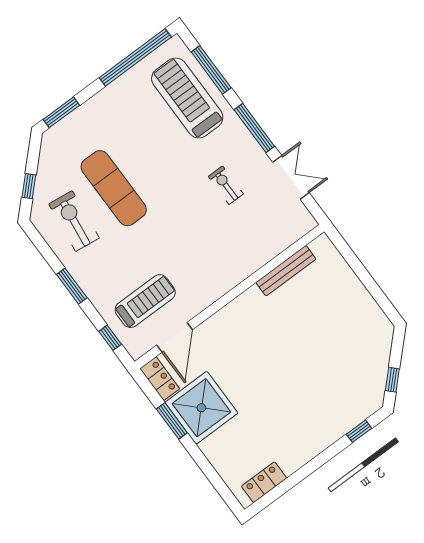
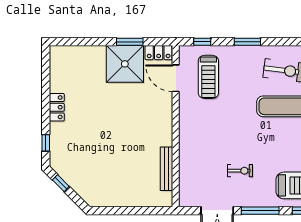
locker: (264, 482) -> (57, 107), moved

